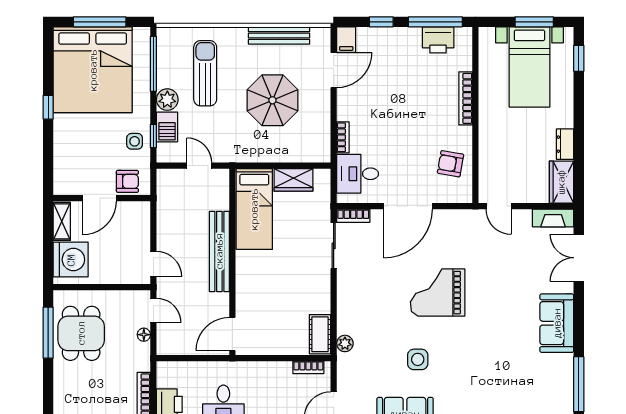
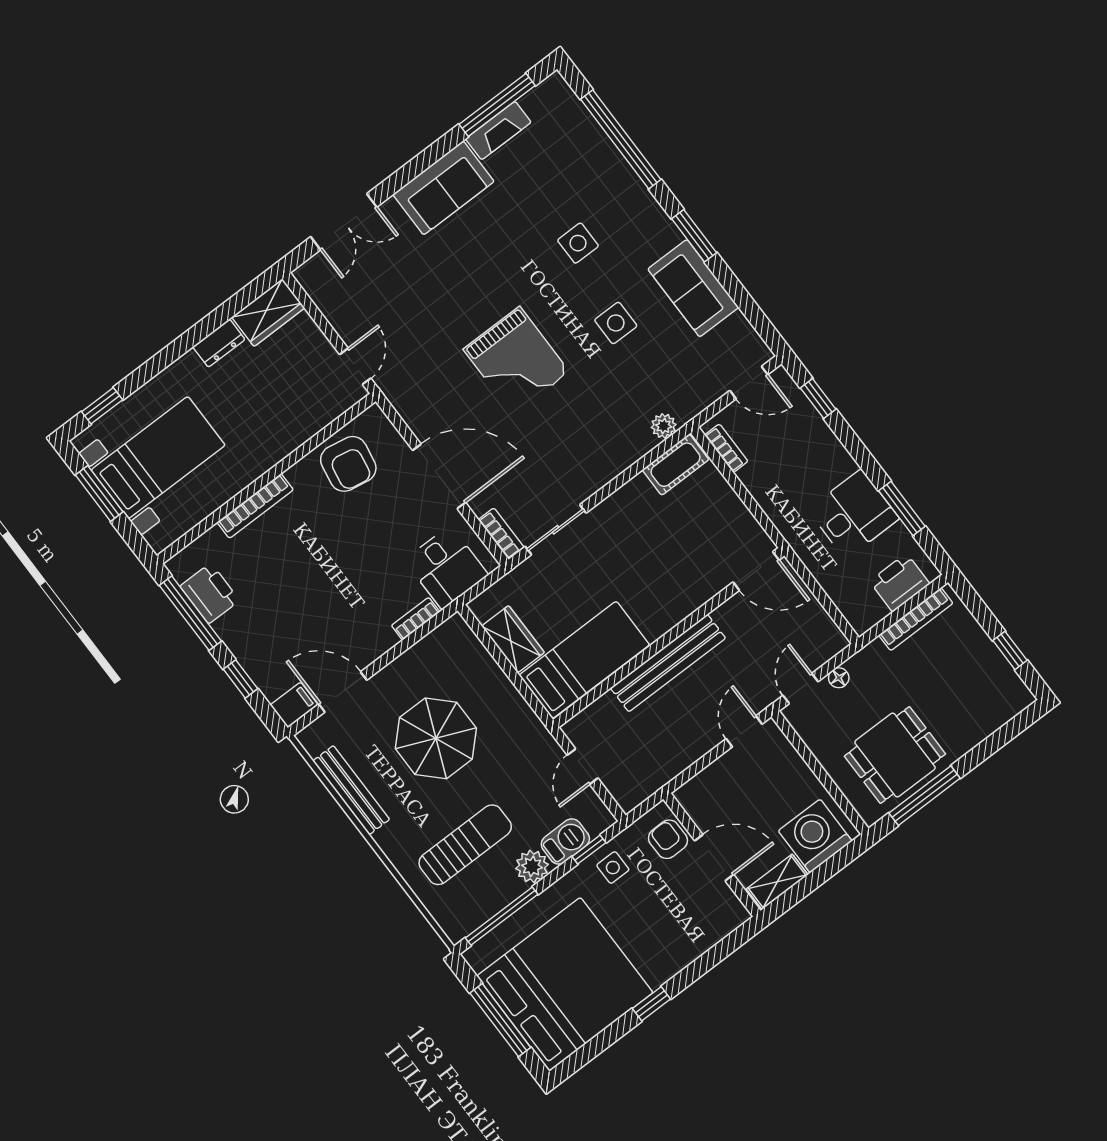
sun lounger: (205, 73) -> (465, 845), turned 180
armchair: (451, 164) -> (348, 464), width x1.38, depth x1.38
fireplace: (553, 218) -> (498, 131), moved, turned 90
side table: (474, 371) -> (578, 243), added

